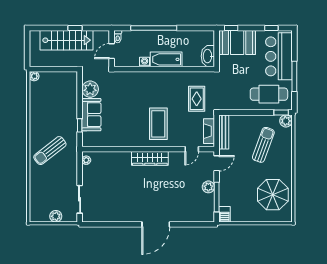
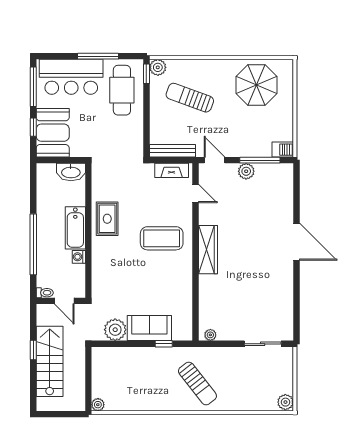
window: (231, 28) -> (33, 127), moved
window: (271, 28) -> (33, 87), width x2.17
rug: (197, 99) -> (107, 219), moved, turned 90
plant: (56, 216) -> (285, 402), moved

